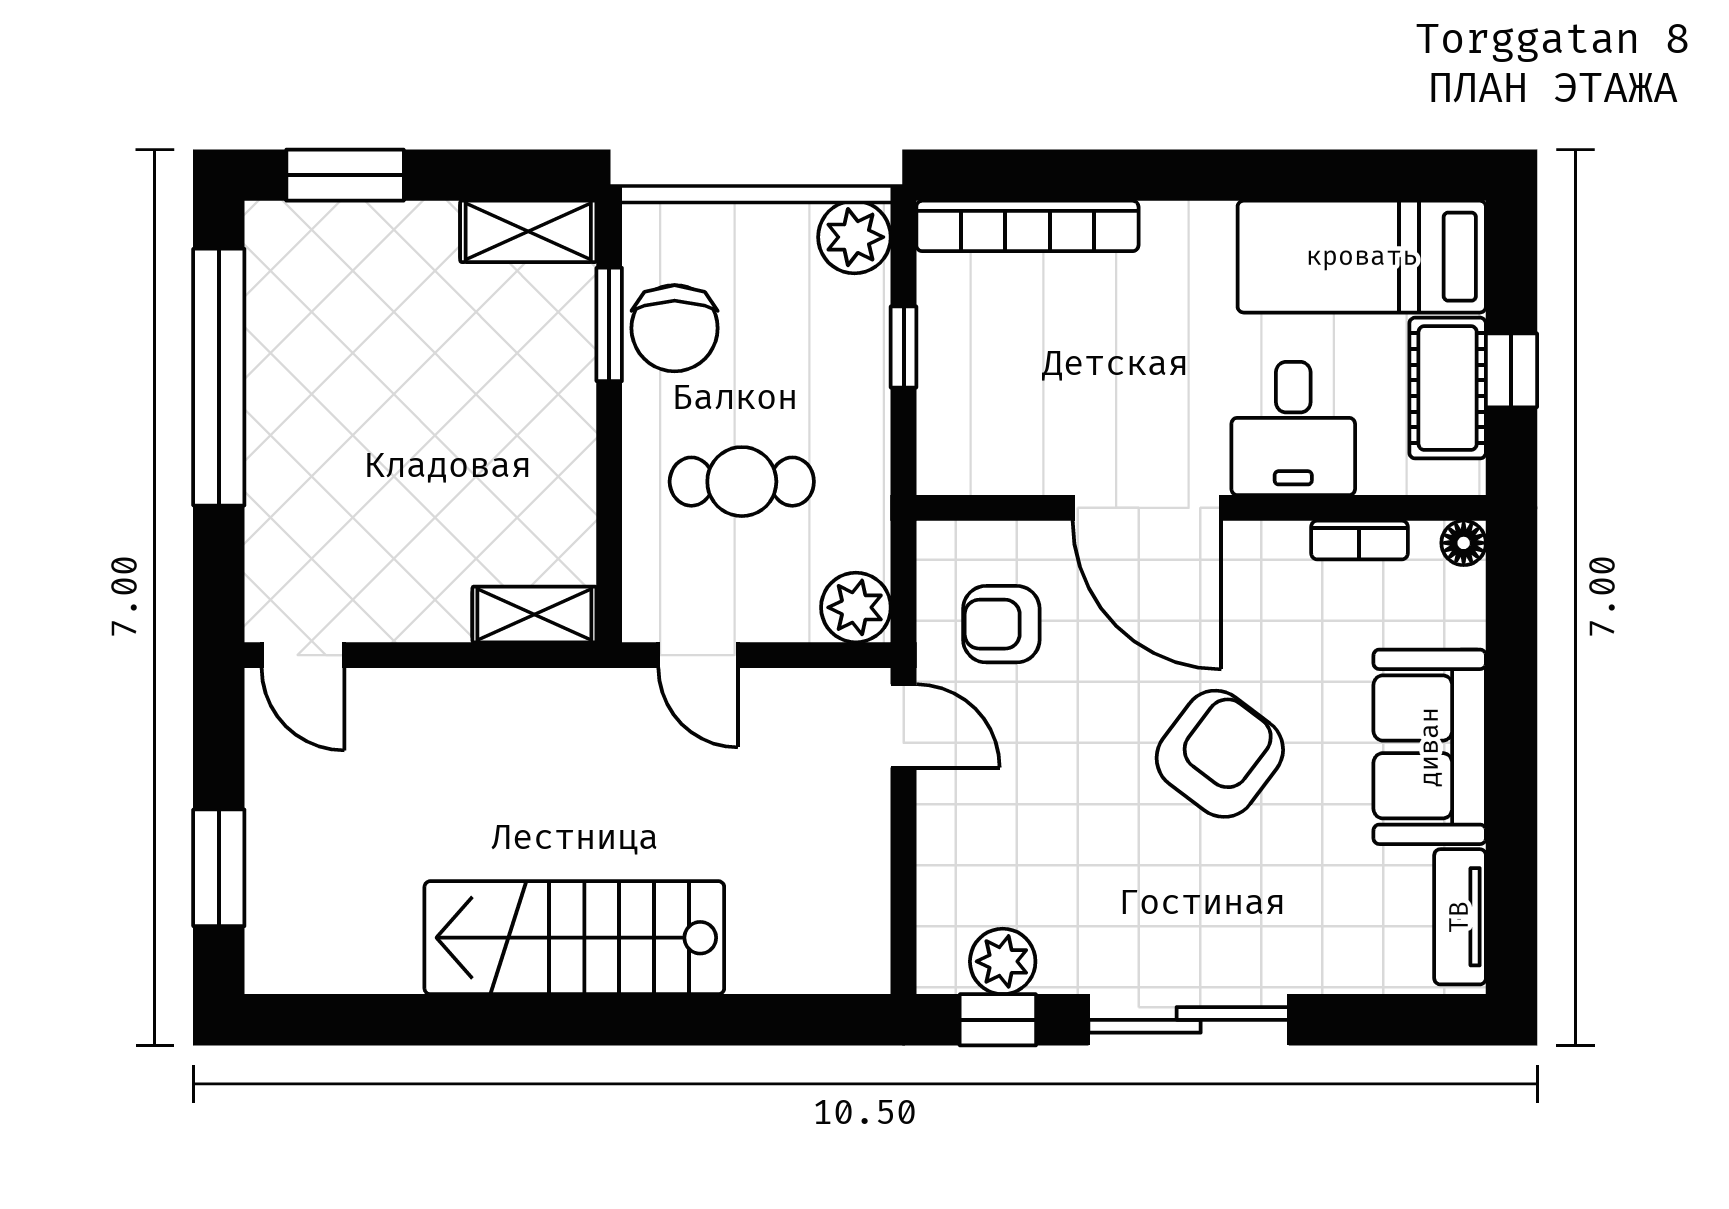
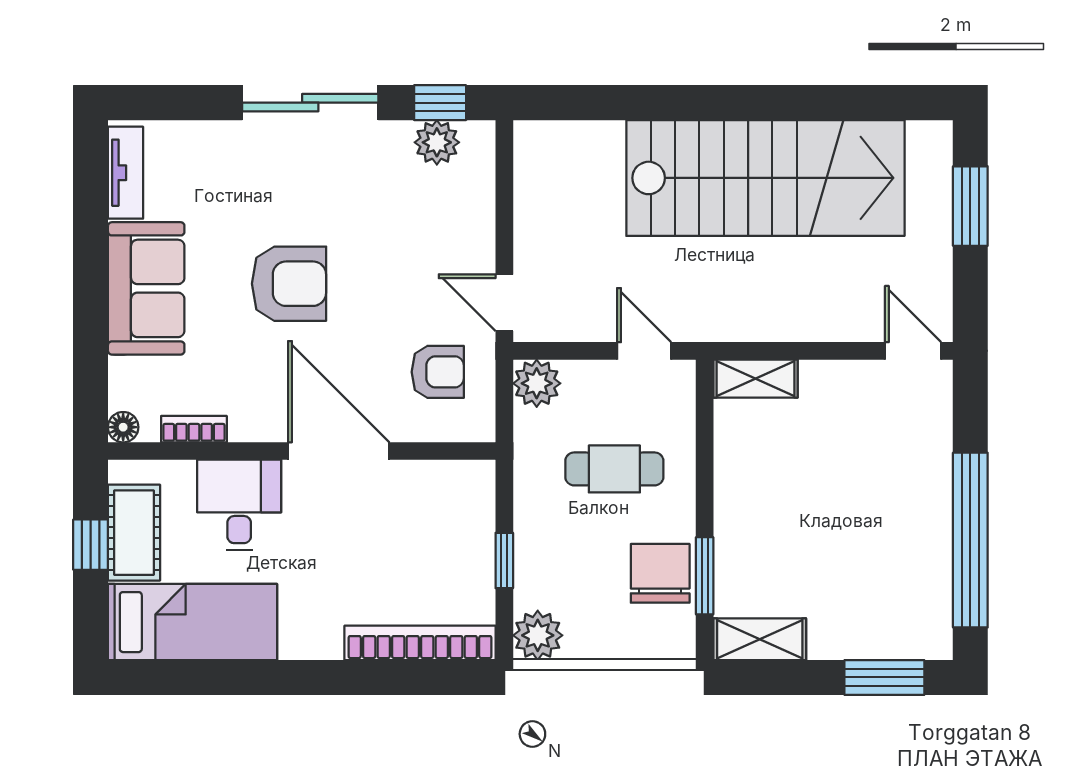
armchair: (1220, 754) -> (289, 284), turned -127
stairs: (574, 938) -> (765, 178), width x1.36, depth x1.51

